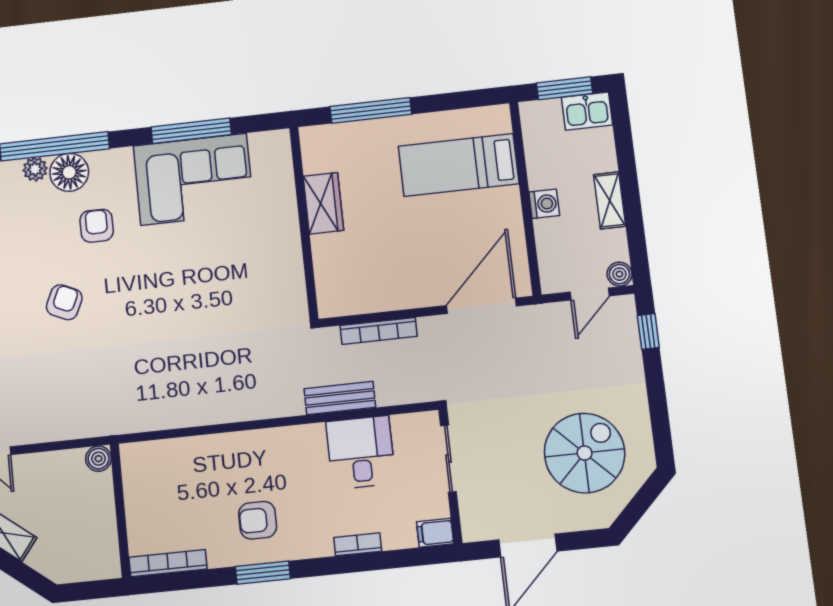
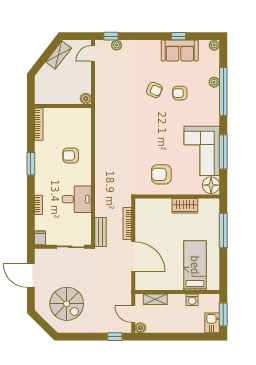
floor lamp: (69, 172) -> (211, 185), moved
shelving: (610, 200) -> (155, 299), moved
washing machine: (544, 204) -> (192, 300), moved
armchair: (97, 226) -> (180, 93), moved, turned 180
armchair: (256, 265) -> (161, 174), added
door: (481, 306) -> (133, 257), moved
bench: (340, 398) -> (101, 232), moved
desk: (361, 452) -> (77, 199), moved
armchair: (258, 520) -> (71, 155), moved, turned -90

